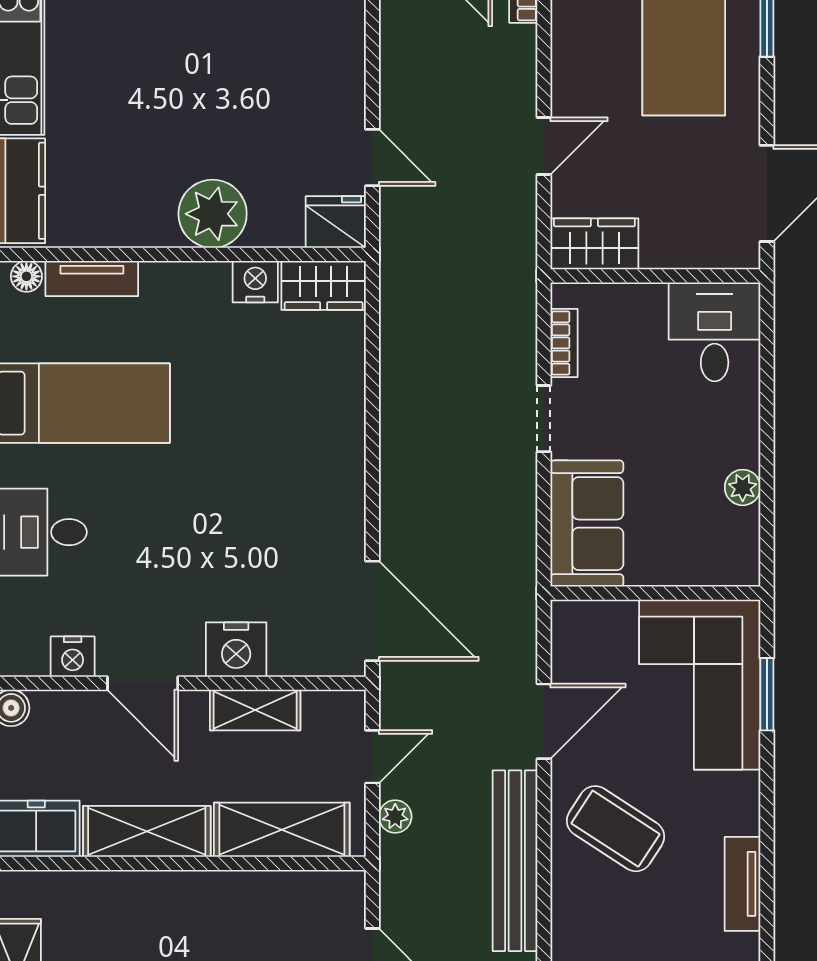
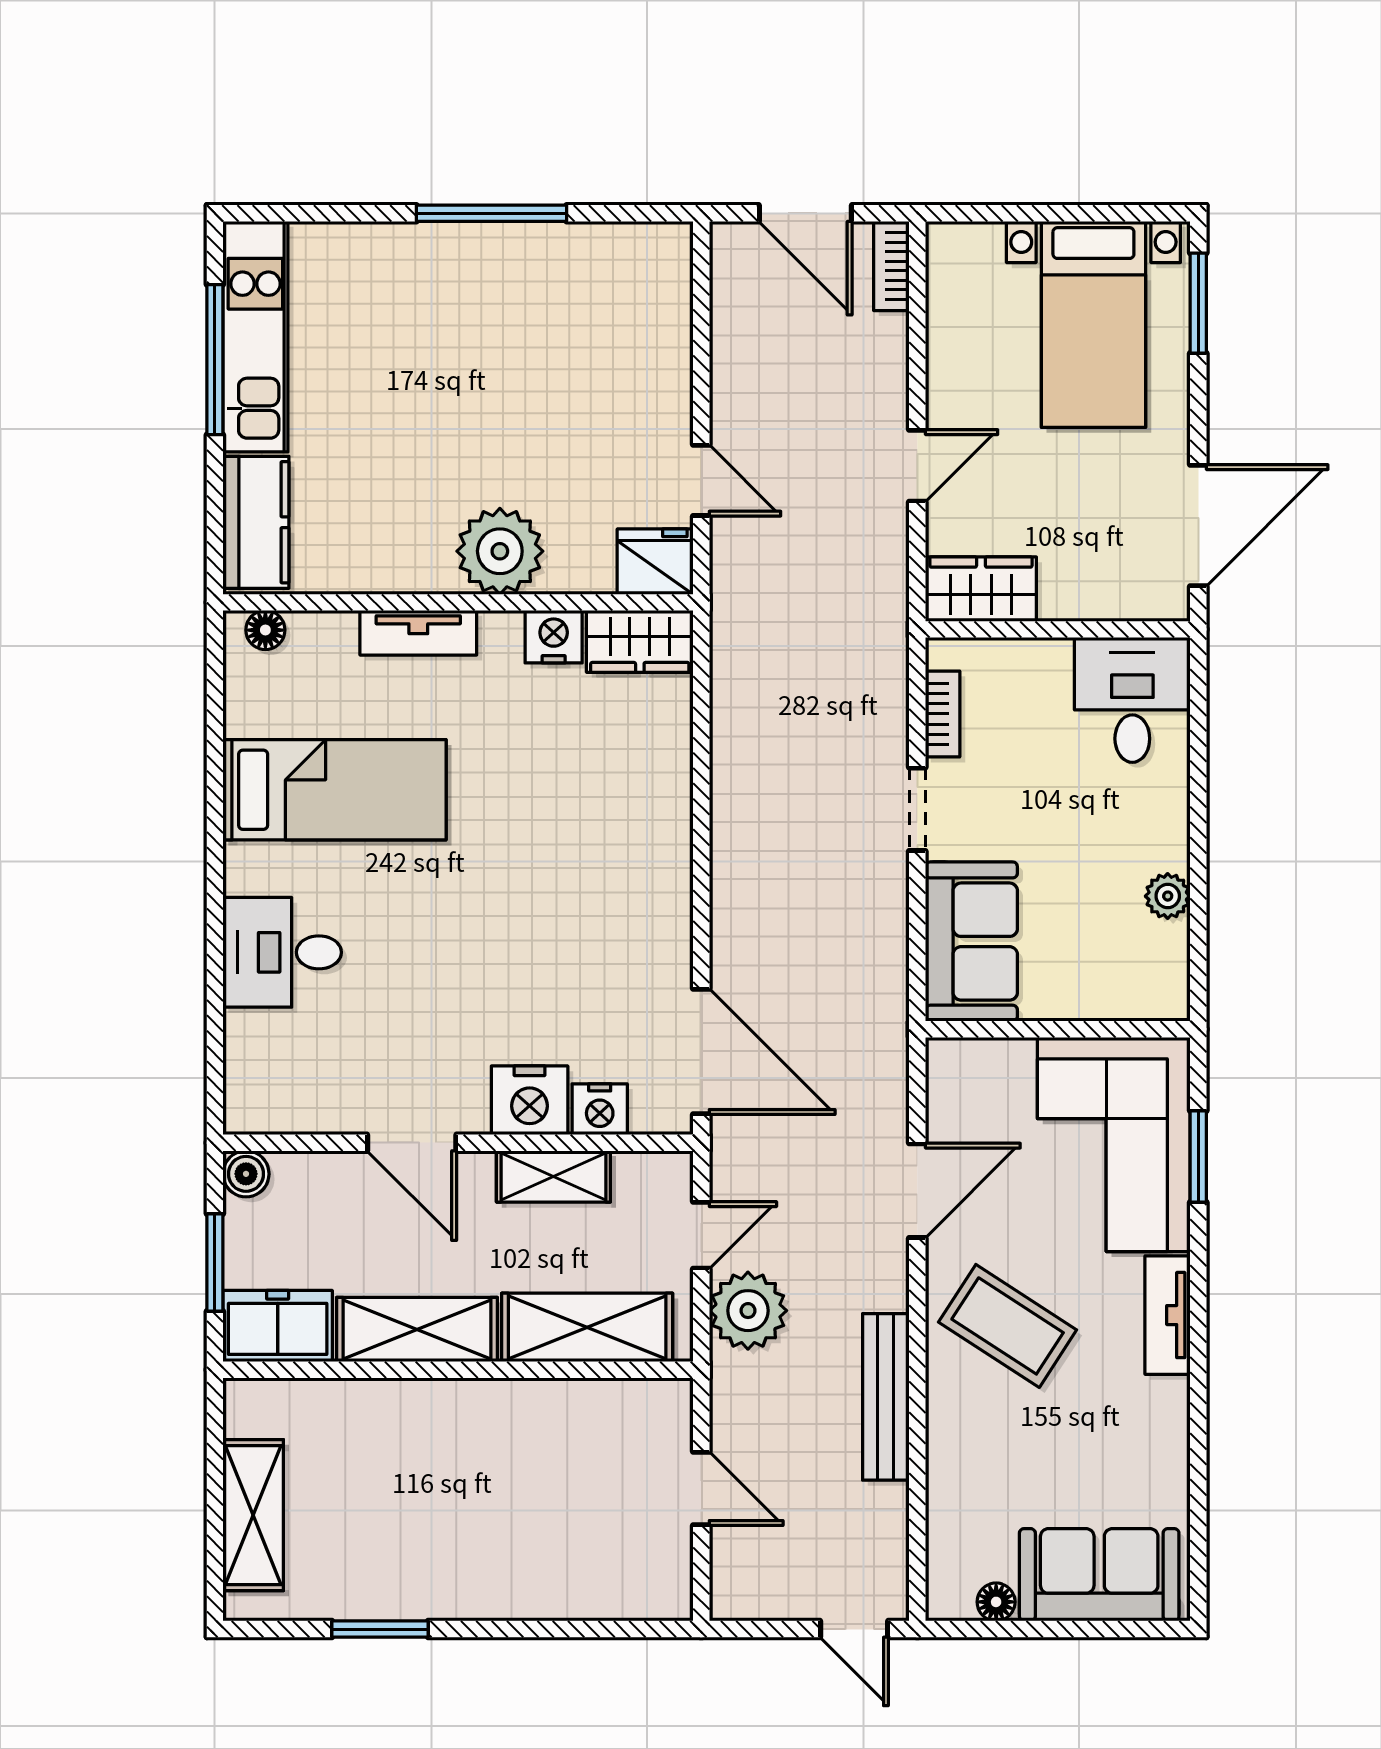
tv unit: (92, 279) -> (418, 633), moved
nightstand: (73, 657) -> (600, 1109), moved
plant: (395, 816) -> (748, 1311), width x1.88, depth x1.88
bench: (515, 861) -> (886, 1397), width x0.73, depth x0.82
tv unit: (743, 884) -> (1168, 1315), moved

